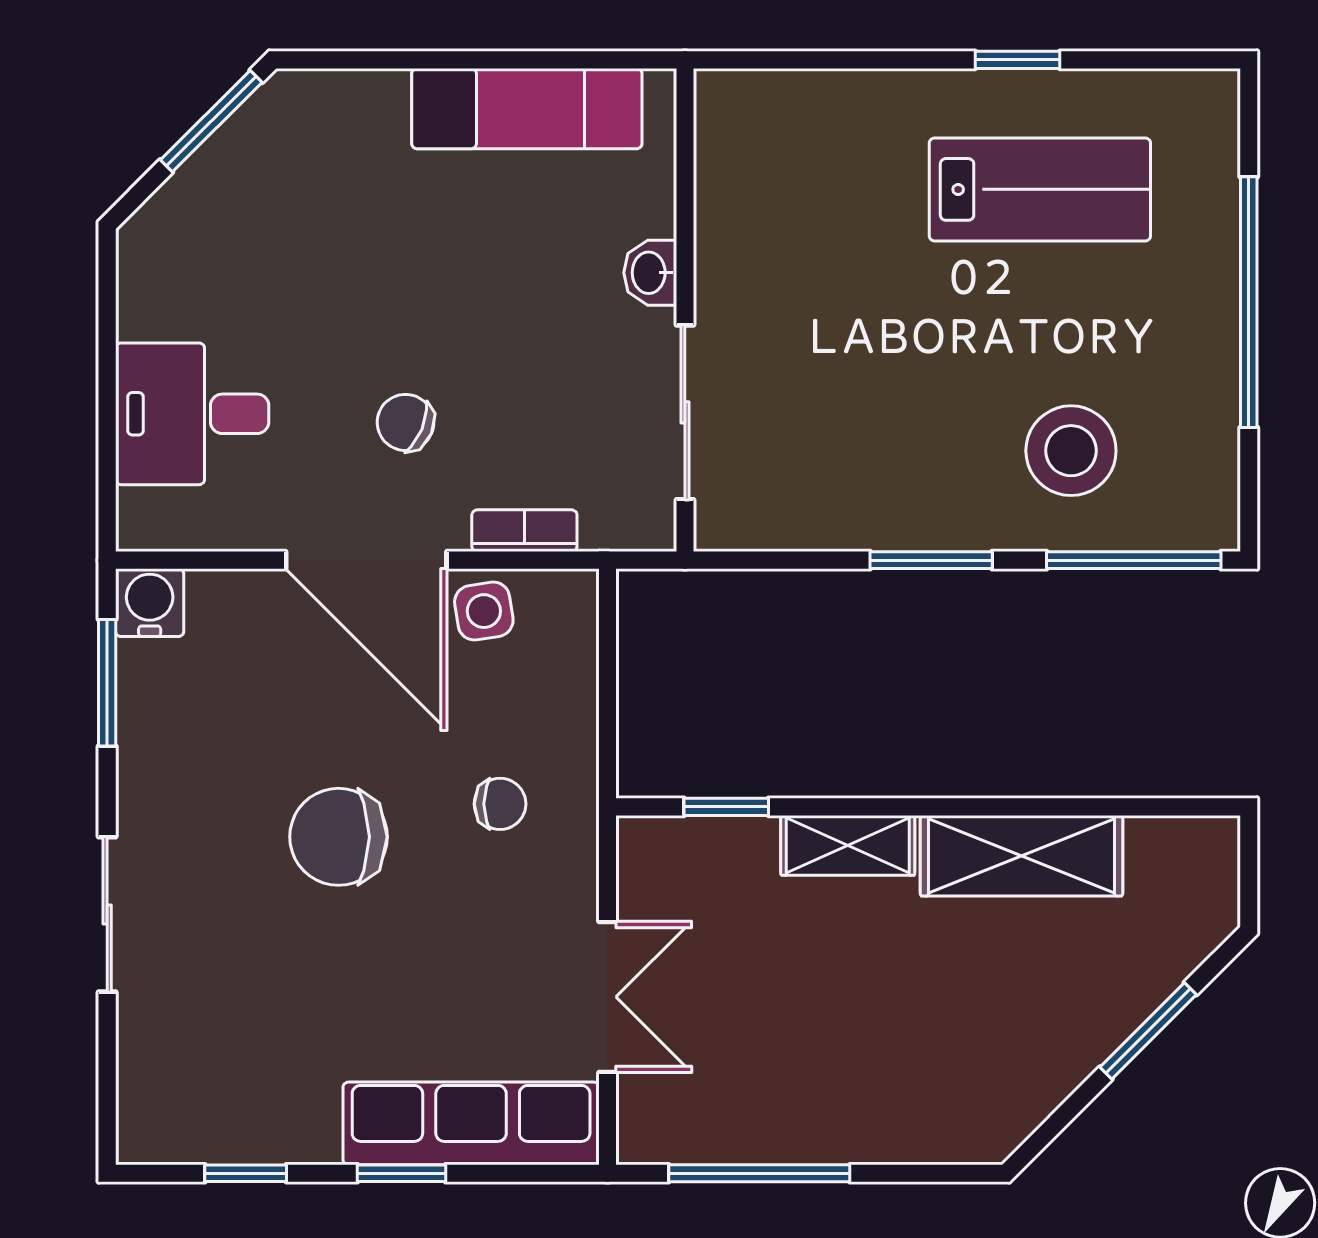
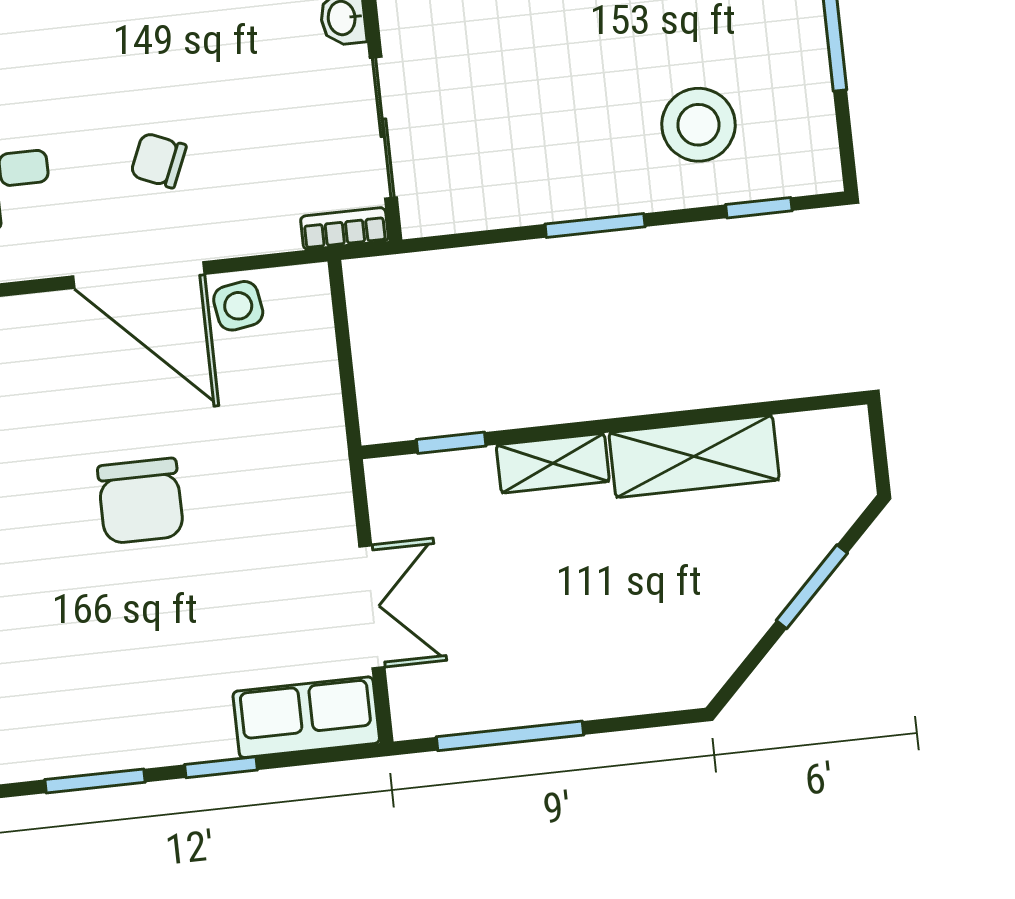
bookcase: (524, 531) -> (344, 229), moved
window: (1134, 560) -> (759, 208), width x0.46
chair: (500, 804) -> (268, 460), removed
chair: (338, 837) -> (141, 501), turned -90
row of seats: (471, 1123) -> (306, 717), width x0.68
window: (246, 1173) -> (95, 781), width x1.50

